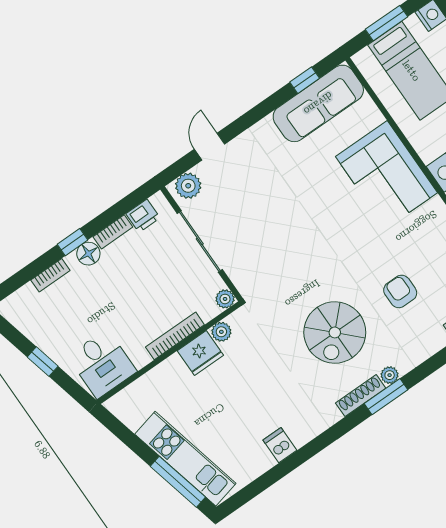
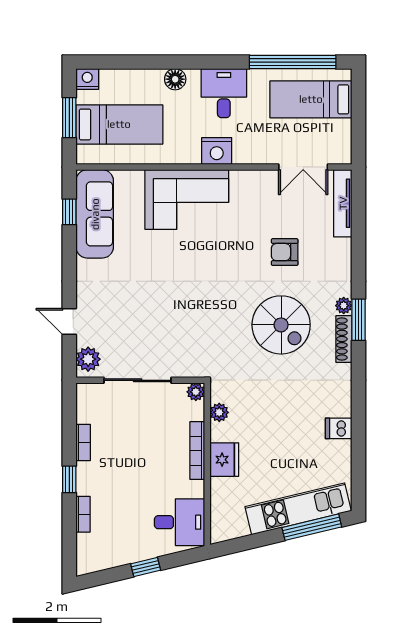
printer: (143, 216) -> (87, 410), removed
floor lamp: (88, 254) -> (87, 473), removed
fridge: (200, 353) -> (224, 460), moved

